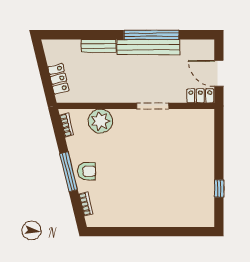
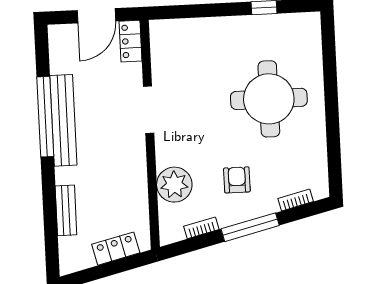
bench: (99, 46) -> (66, 210), moved
bookcase: (67, 125) -> (201, 228), moved
armchair: (87, 171) -> (237, 180), moved
round table: (156, 189) -> (269, 99), added

